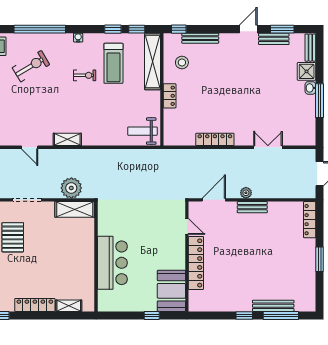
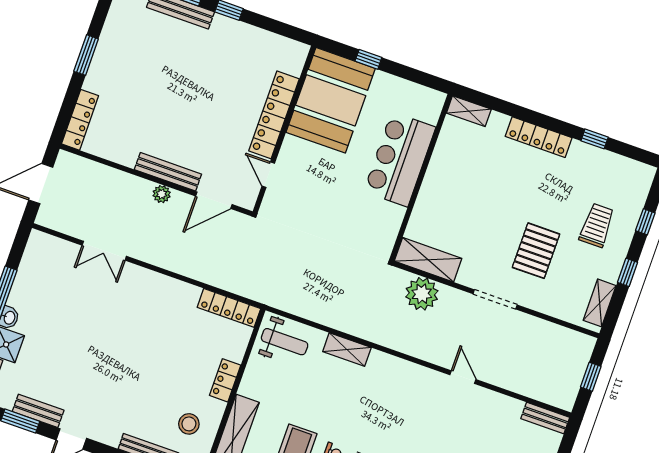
shelving: (67, 139) -> (347, 350), moved
locker: (215, 139) -> (229, 308), moved
bench: (252, 207) -> (168, 172), width x1.36
booth: (171, 291) -> (331, 100), width x1.36, depth x1.42
shelving: (69, 306) -> (469, 111), moved

